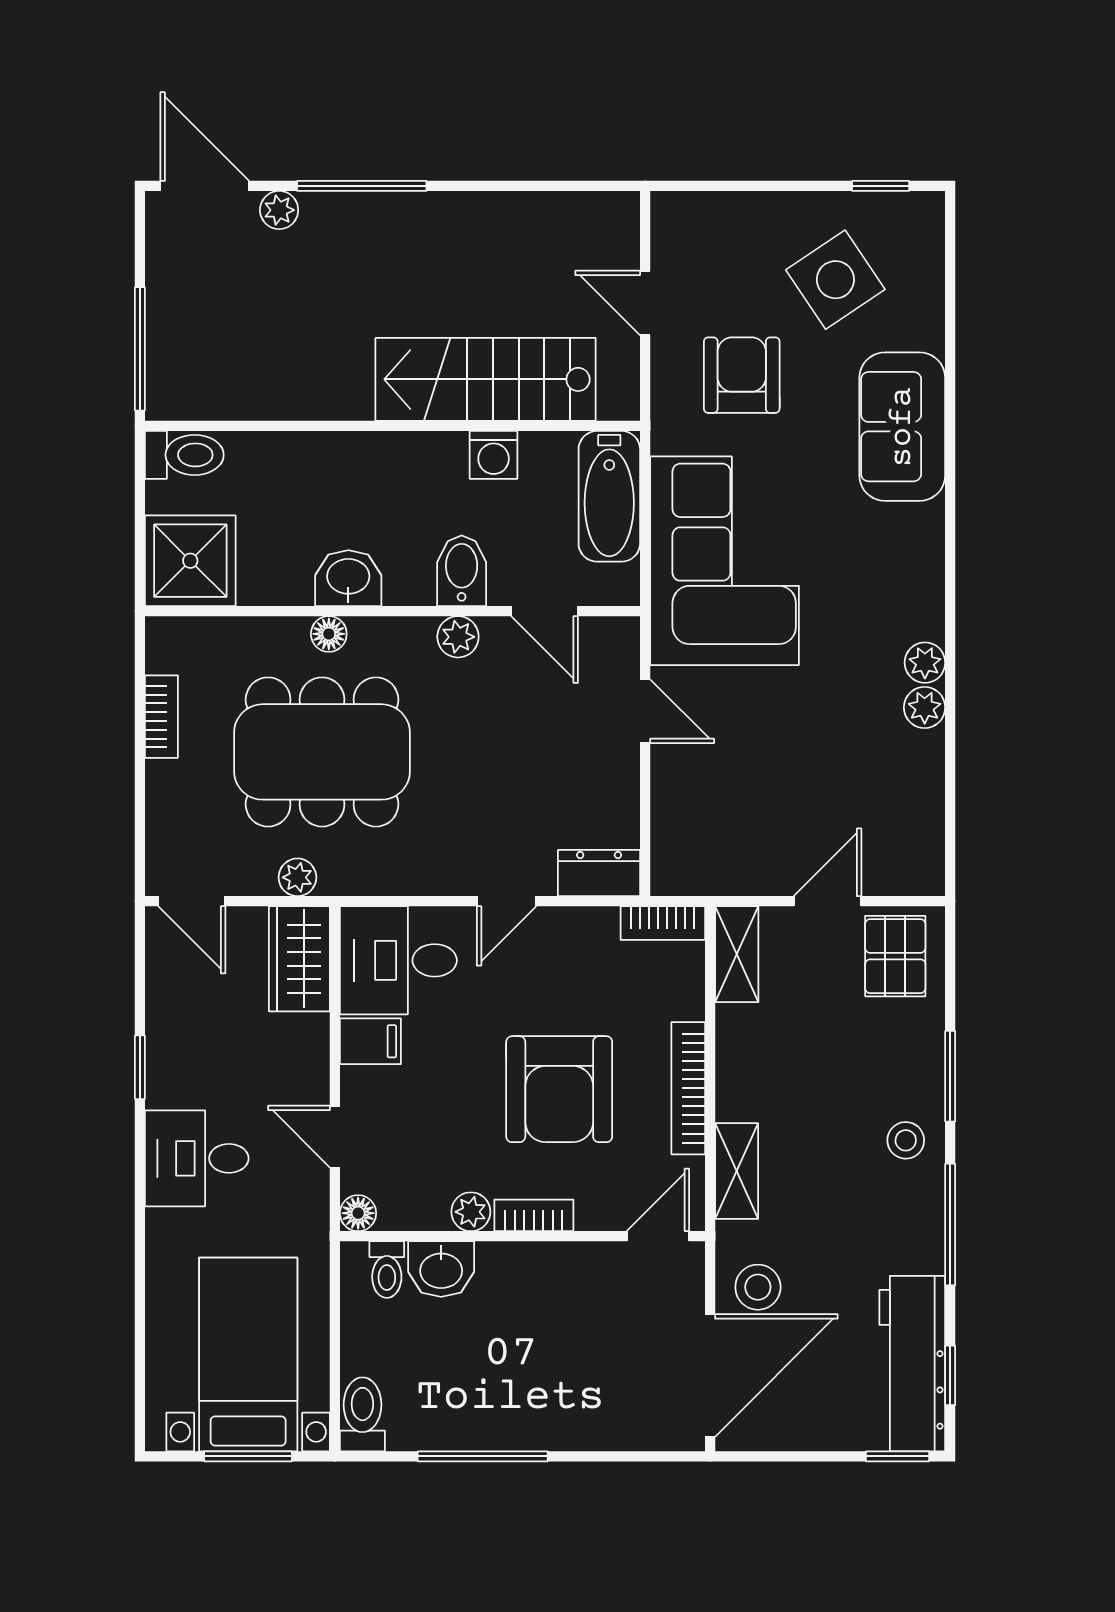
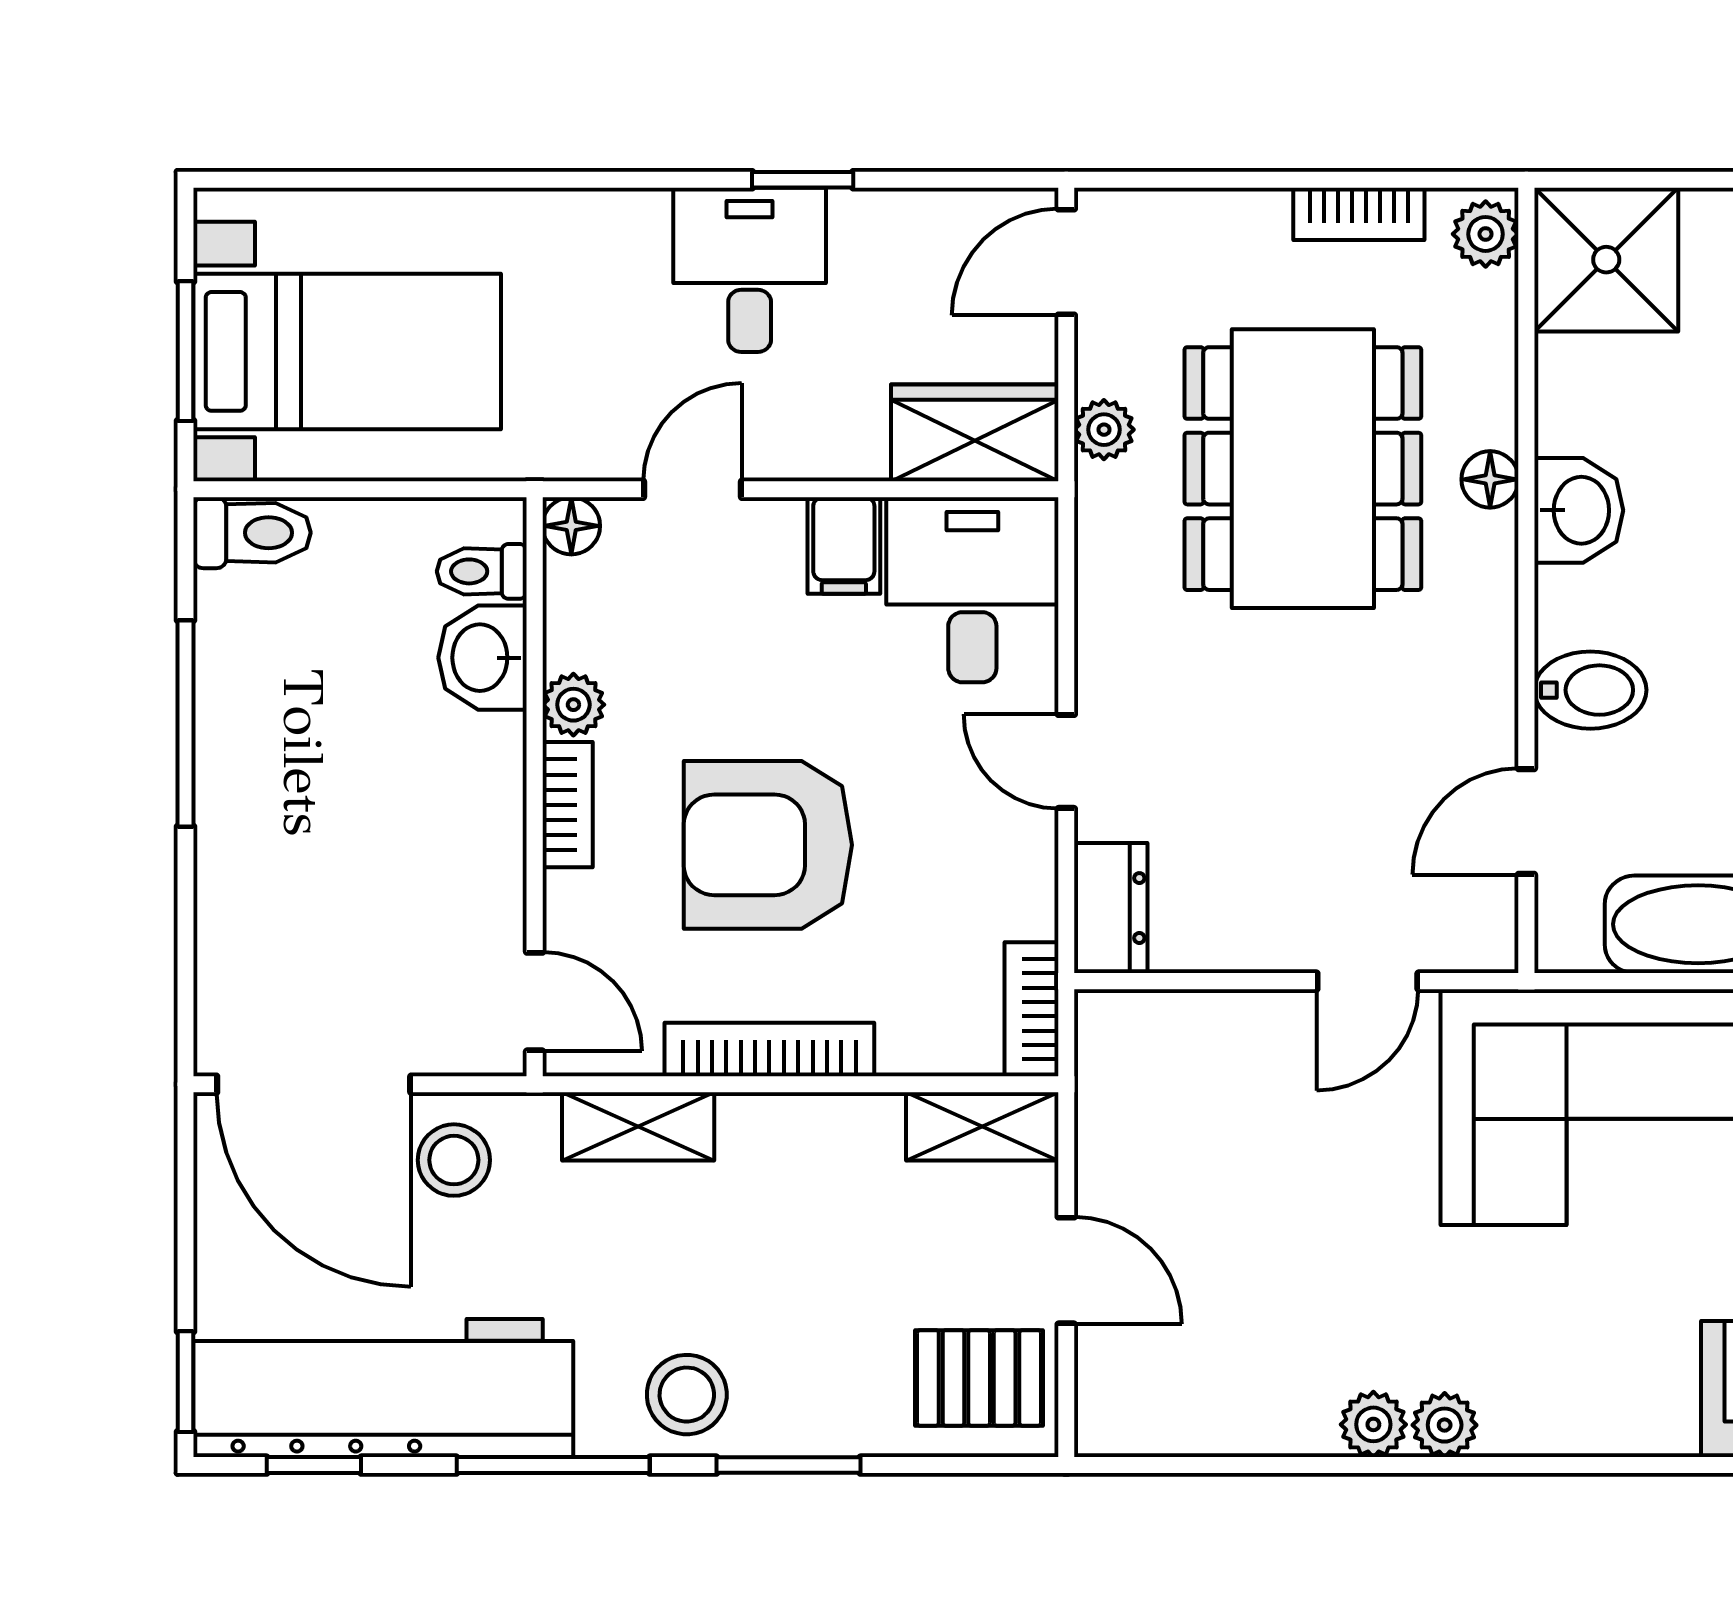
plant: (458, 637) -> (1486, 234), moved
stool: (906, 1140) -> (687, 1395), width x1.37, depth x1.37
desk: (197, 1158) -> (750, 270), moved
workbench: (912, 1364) -> (383, 1388), width x1.36, depth x1.32

